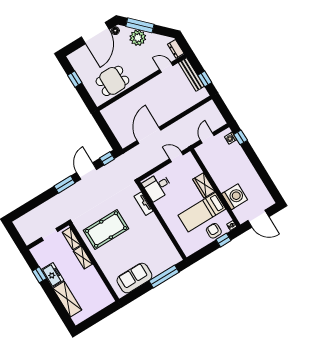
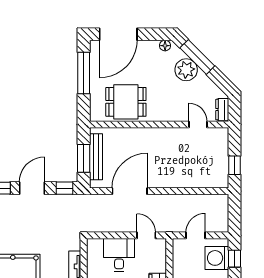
door: (95, 33) -> (118, 34), moved
bench: (191, 74) -> (96, 157), moved
window: (75, 79) -> (84, 73), width x2.17
window: (108, 133) -> (84, 158), added
washing machine: (231, 138) -> (217, 258), width x1.89, depth x1.89
desk: (157, 187) -> (119, 255), moved, turned 90

